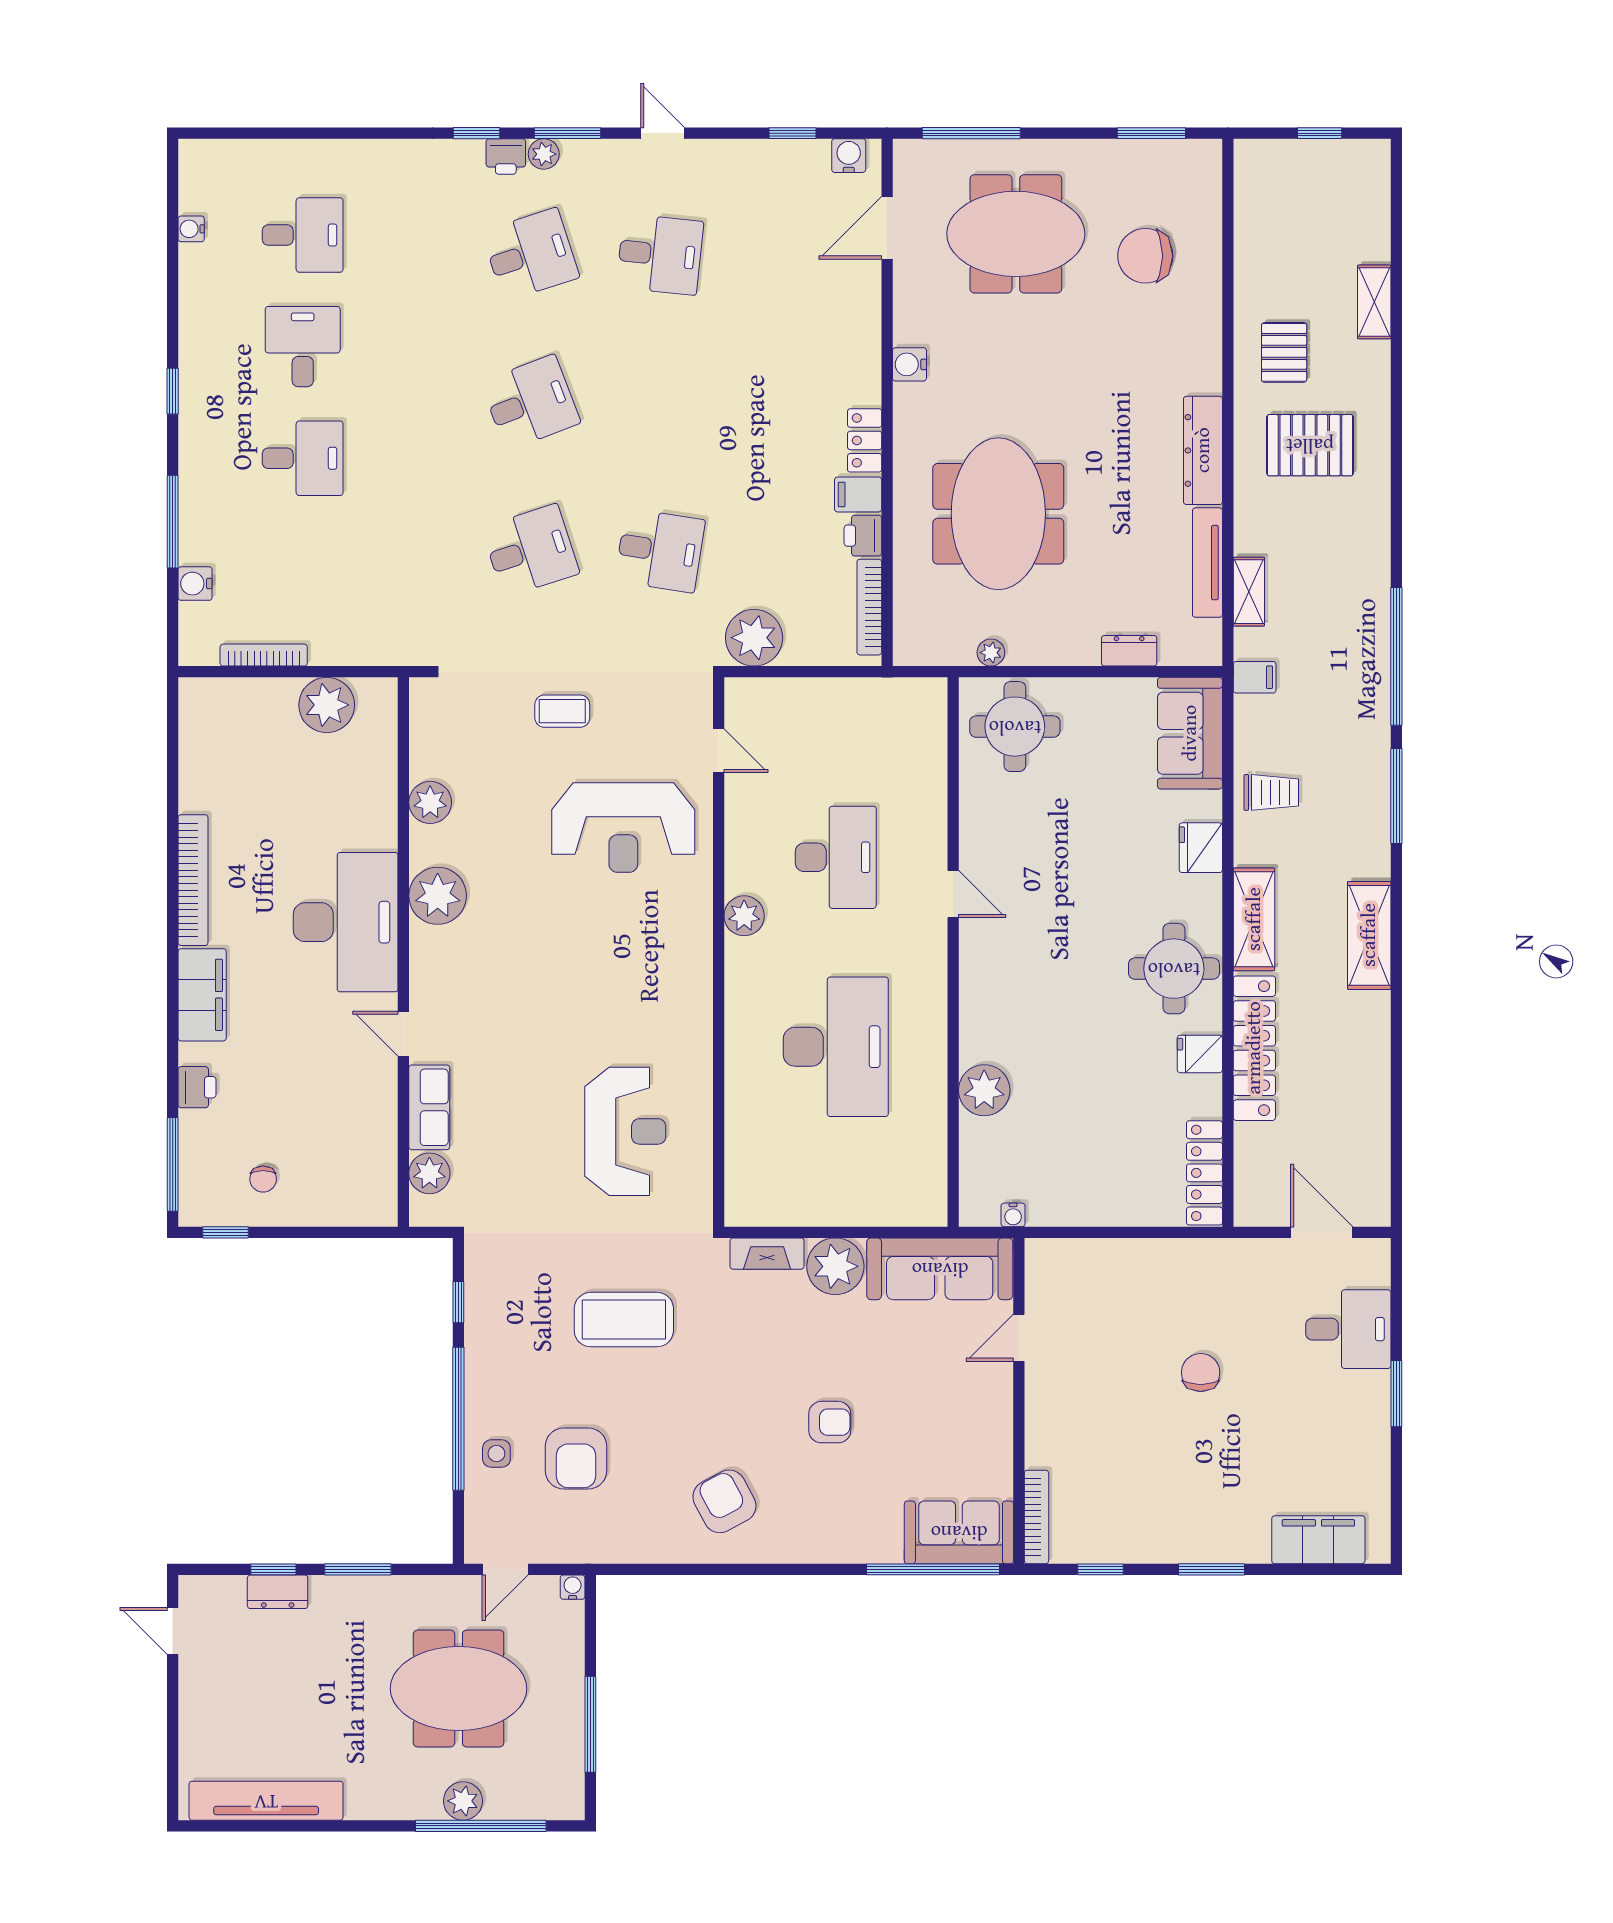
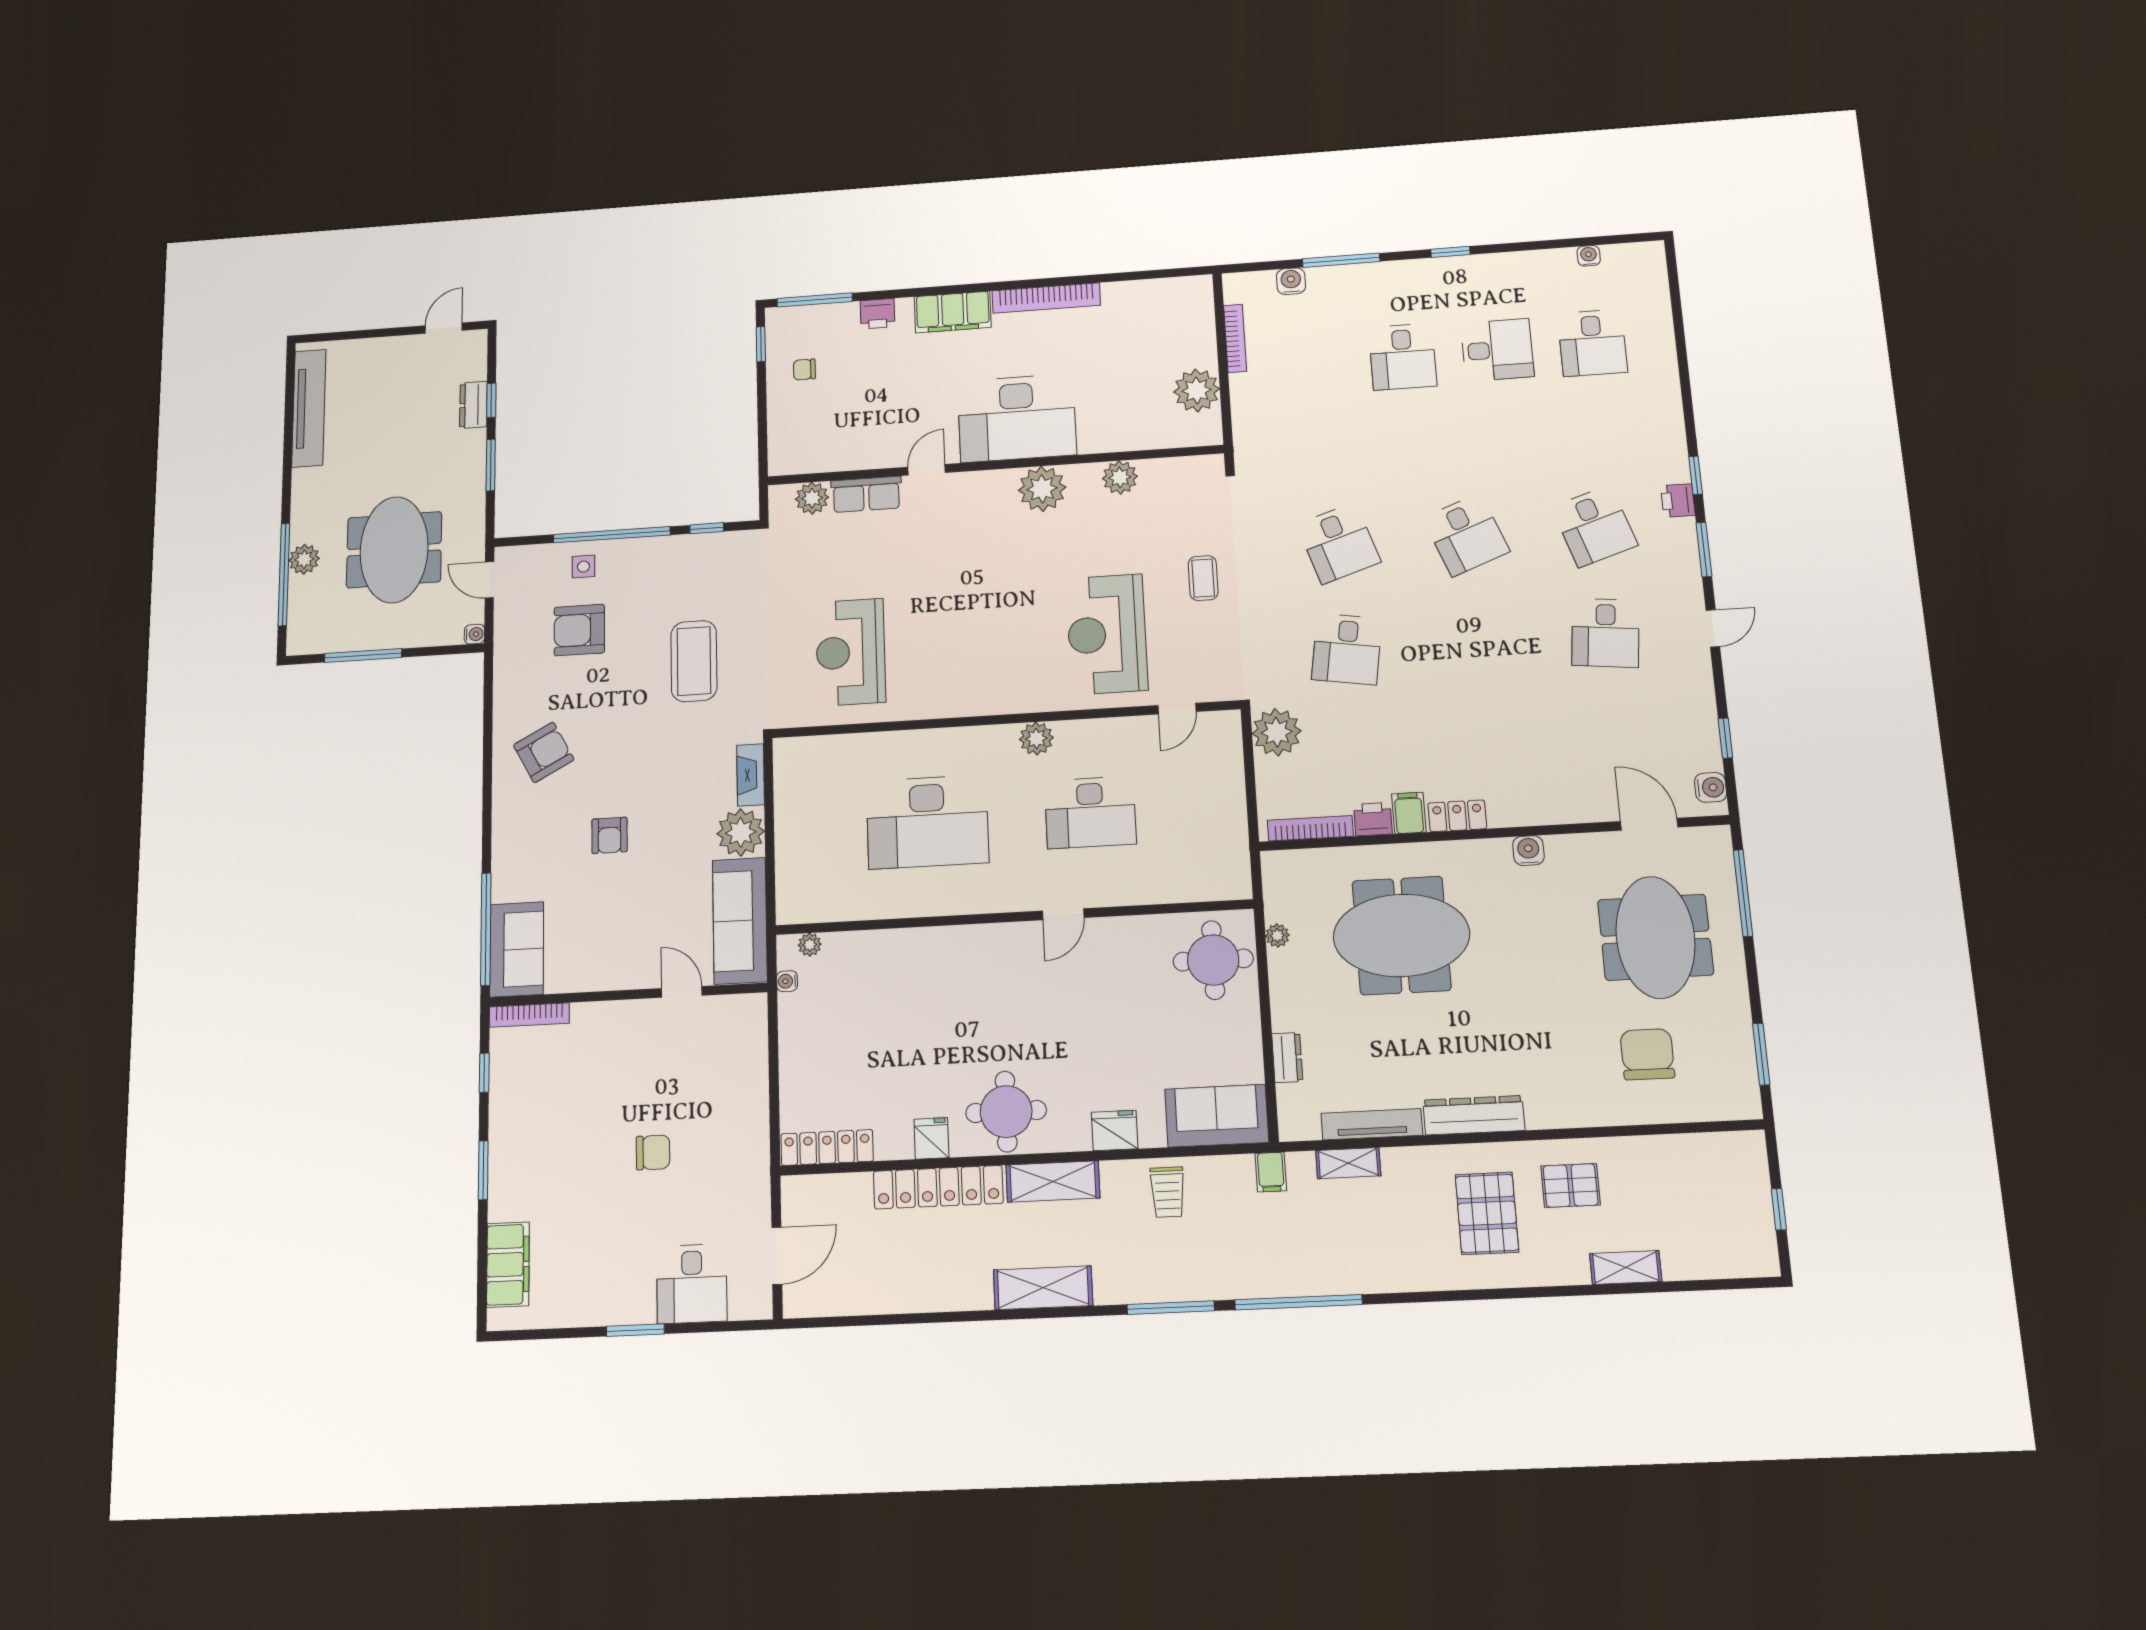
plant: (544, 154) -> (1683, 531), removed
plant: (984, 1090) -> (810, 945), moved, width x0.53, depth x0.53
reception desk: (625, 1131) -> (851, 652), turned 90

